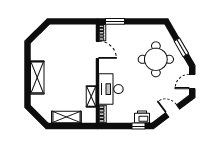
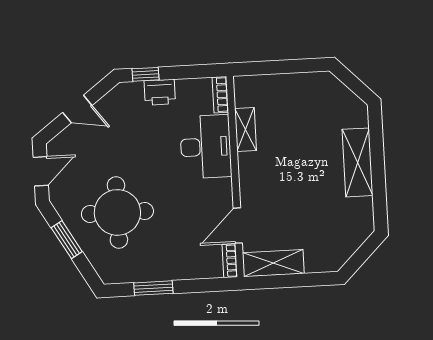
window: (115, 21) -> (153, 288), moved
door: (97, 50) -> (238, 226), hinge flipped
shelving: (66, 117) -> (273, 263), moved
printer: (142, 117) -> (160, 92), moved

